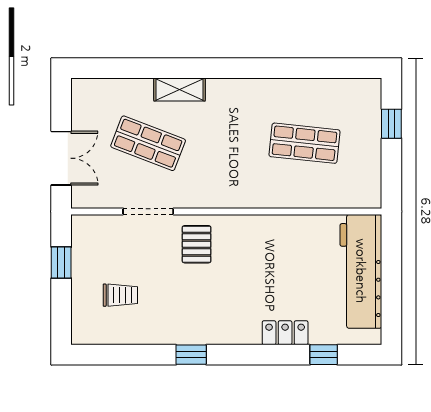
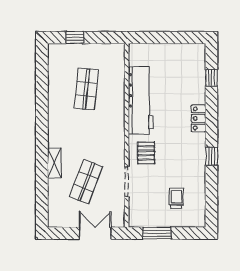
pallet: (197, 244) -> (146, 153), turned 90
window: (61, 263) -> (157, 233), width x1.50
workbench: (361, 271) -> (141, 100), moved, turned -90
locker: (285, 333) -> (198, 118), moved

